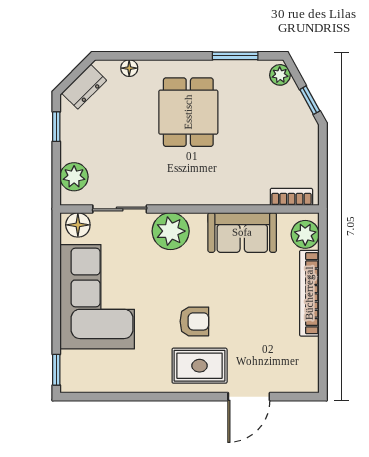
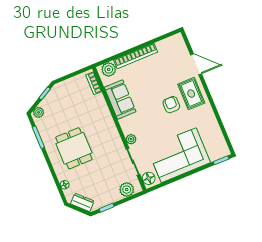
dining table: (188, 112) -> (74, 148), turned 90
plant: (171, 231) -> (131, 139), width x0.53, depth x0.53

